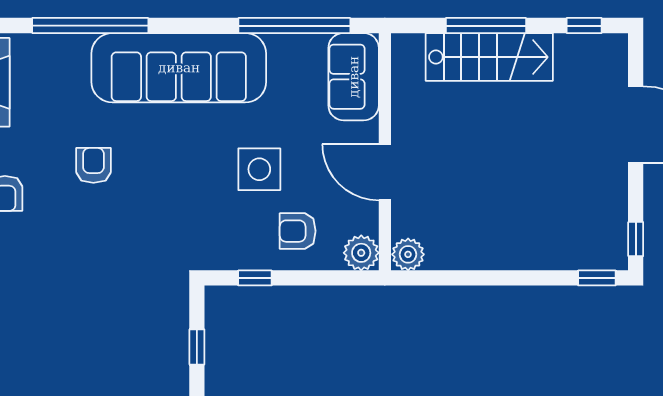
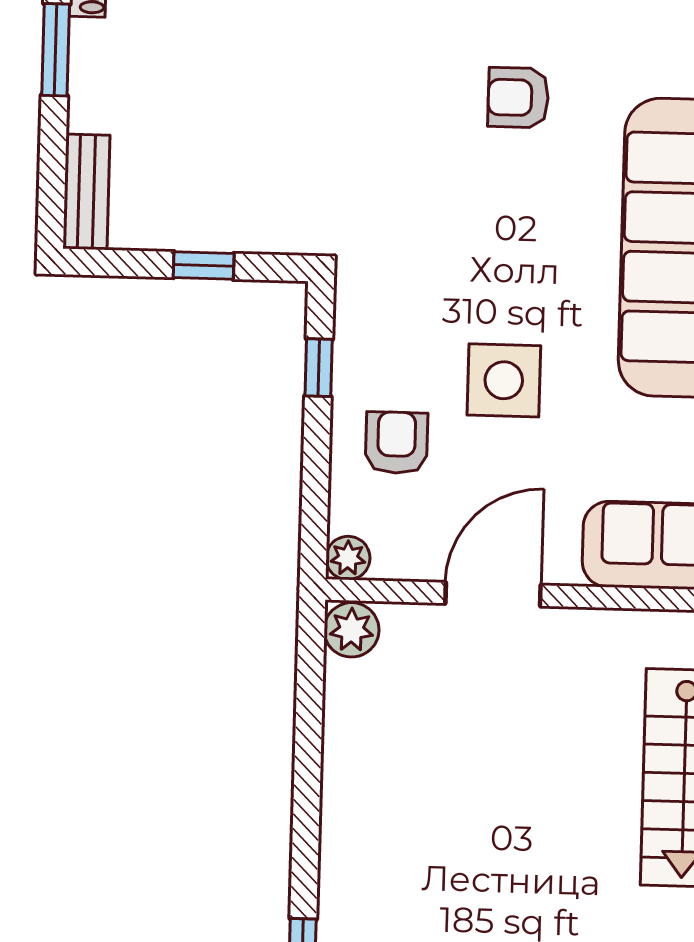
armchair: (93, 165) -> (518, 98), turned 180
plant: (361, 253) -> (348, 558), width x0.73, depth x0.73

